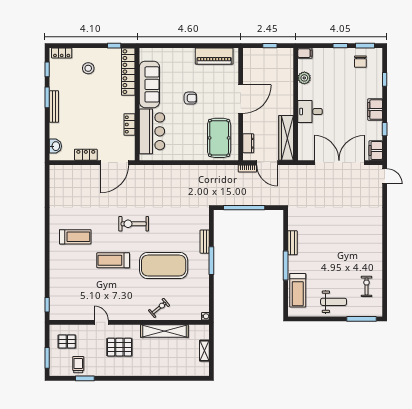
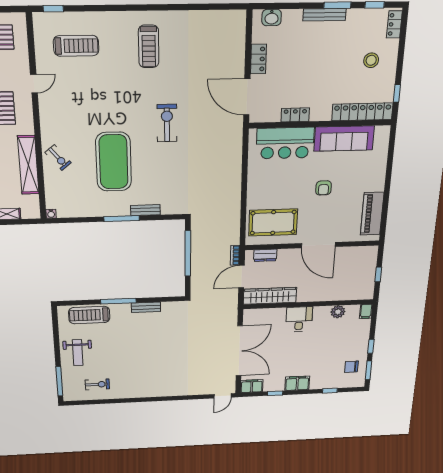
treadmill: (113, 260) -> (76, 46), moved, turned 90

